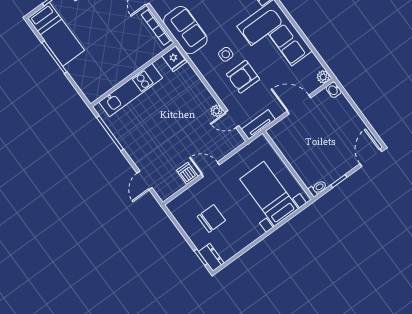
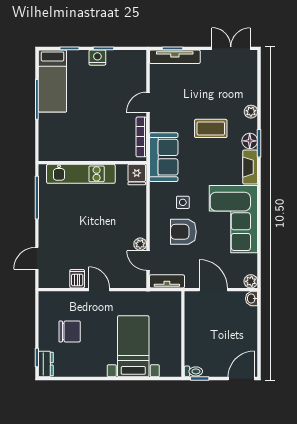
wall: (288, 165) -> (183, 334), moved
toilet: (318, 188) -> (193, 371), moved

